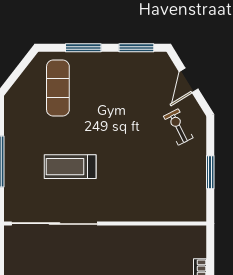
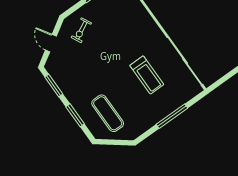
door: (189, 80) -> (51, 43), swing flipped
exercise mat: (58, 88) -> (108, 113), turned 90

